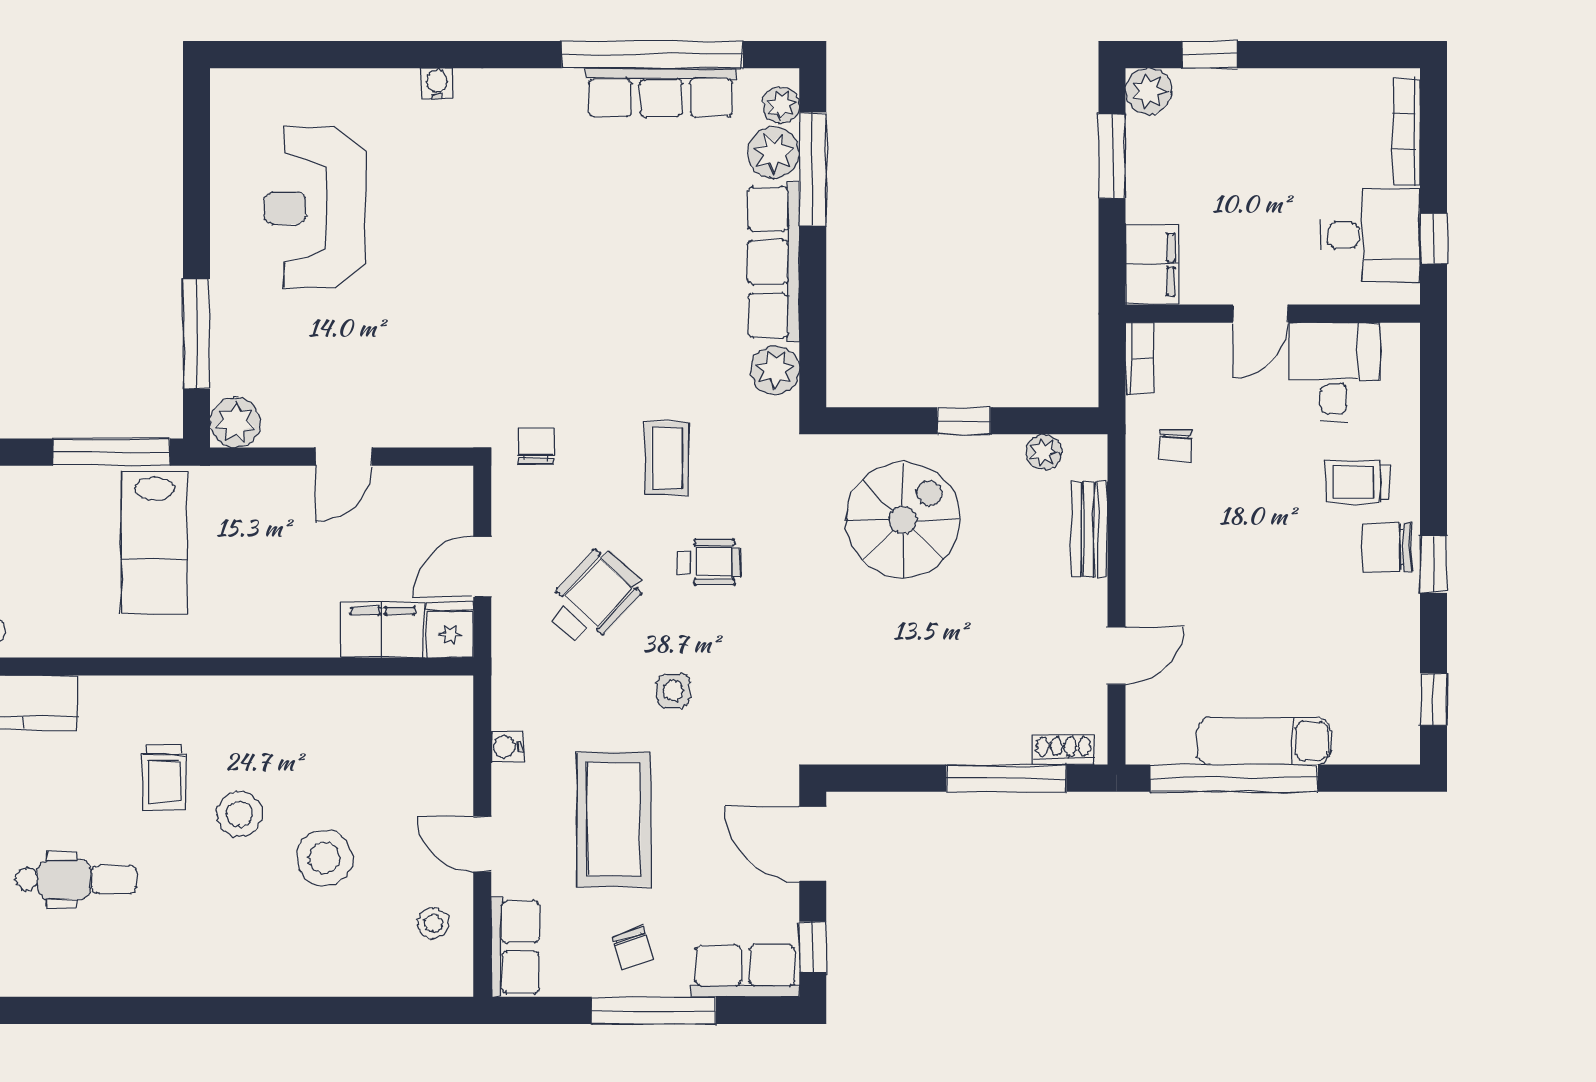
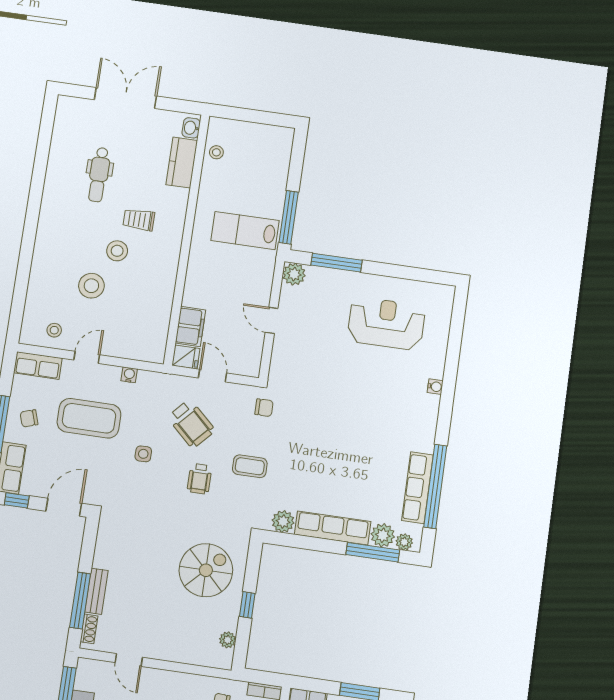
spiral stairs: (903, 520) -> (206, 570), turned -90
bench: (1089, 529) -> (96, 591), moved, turned 90

